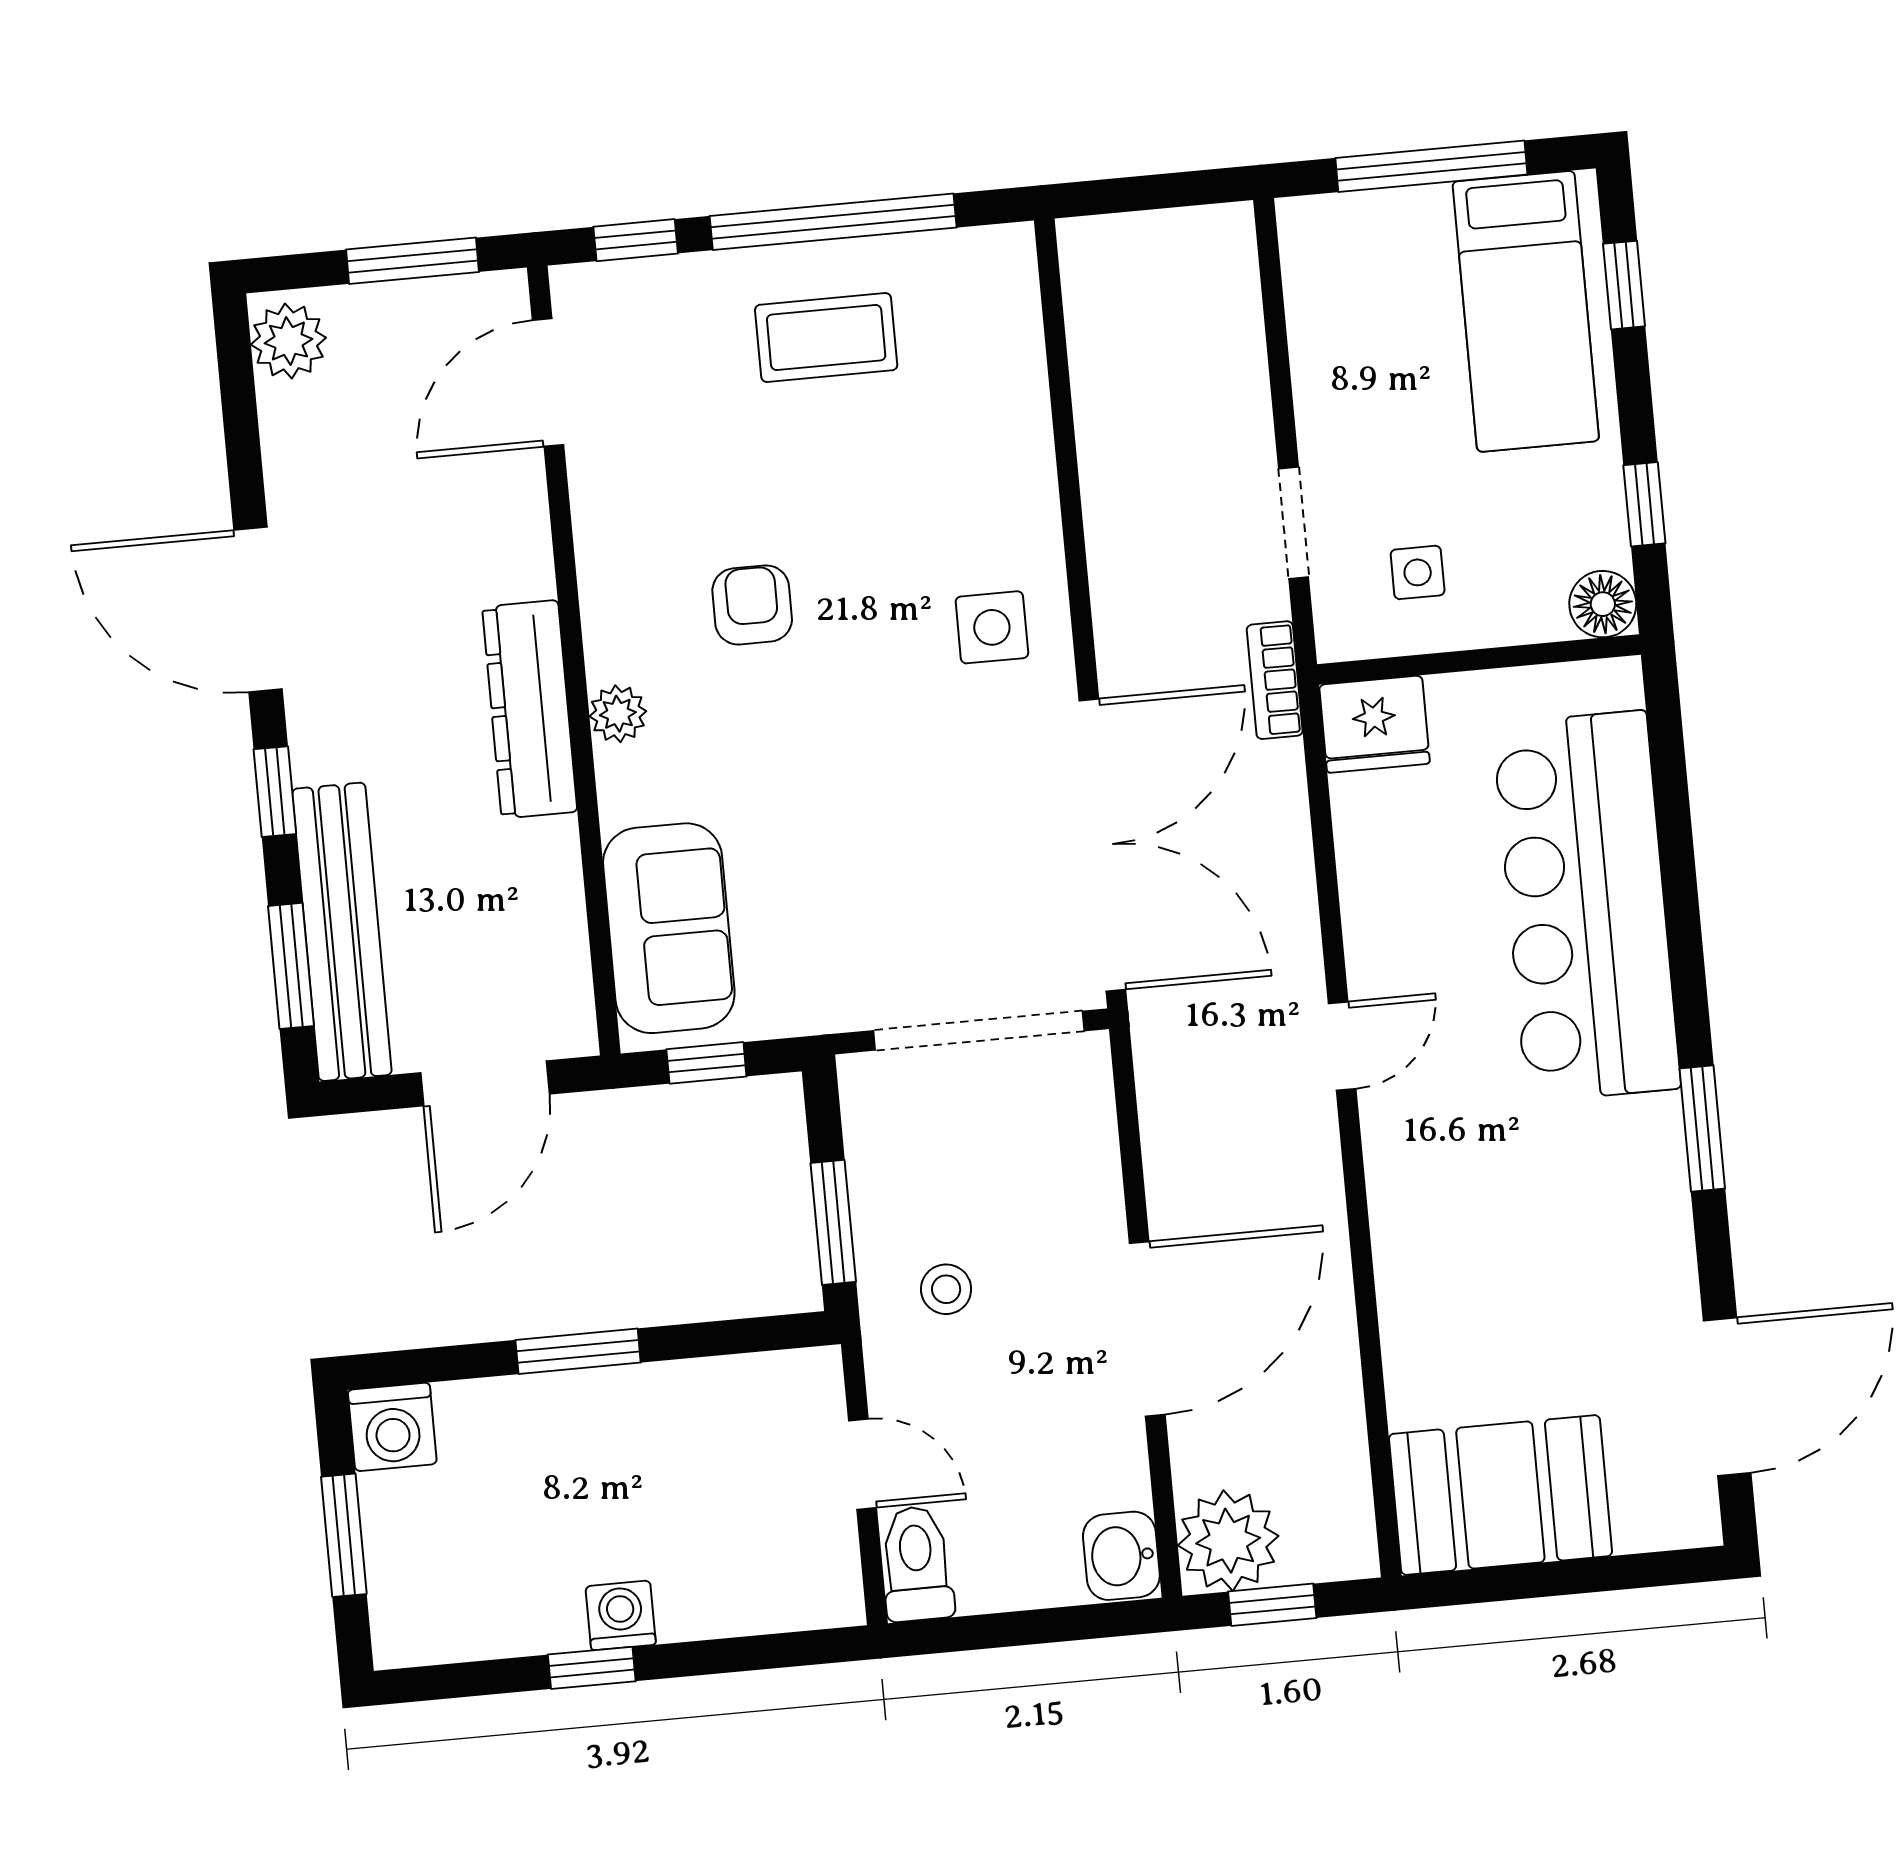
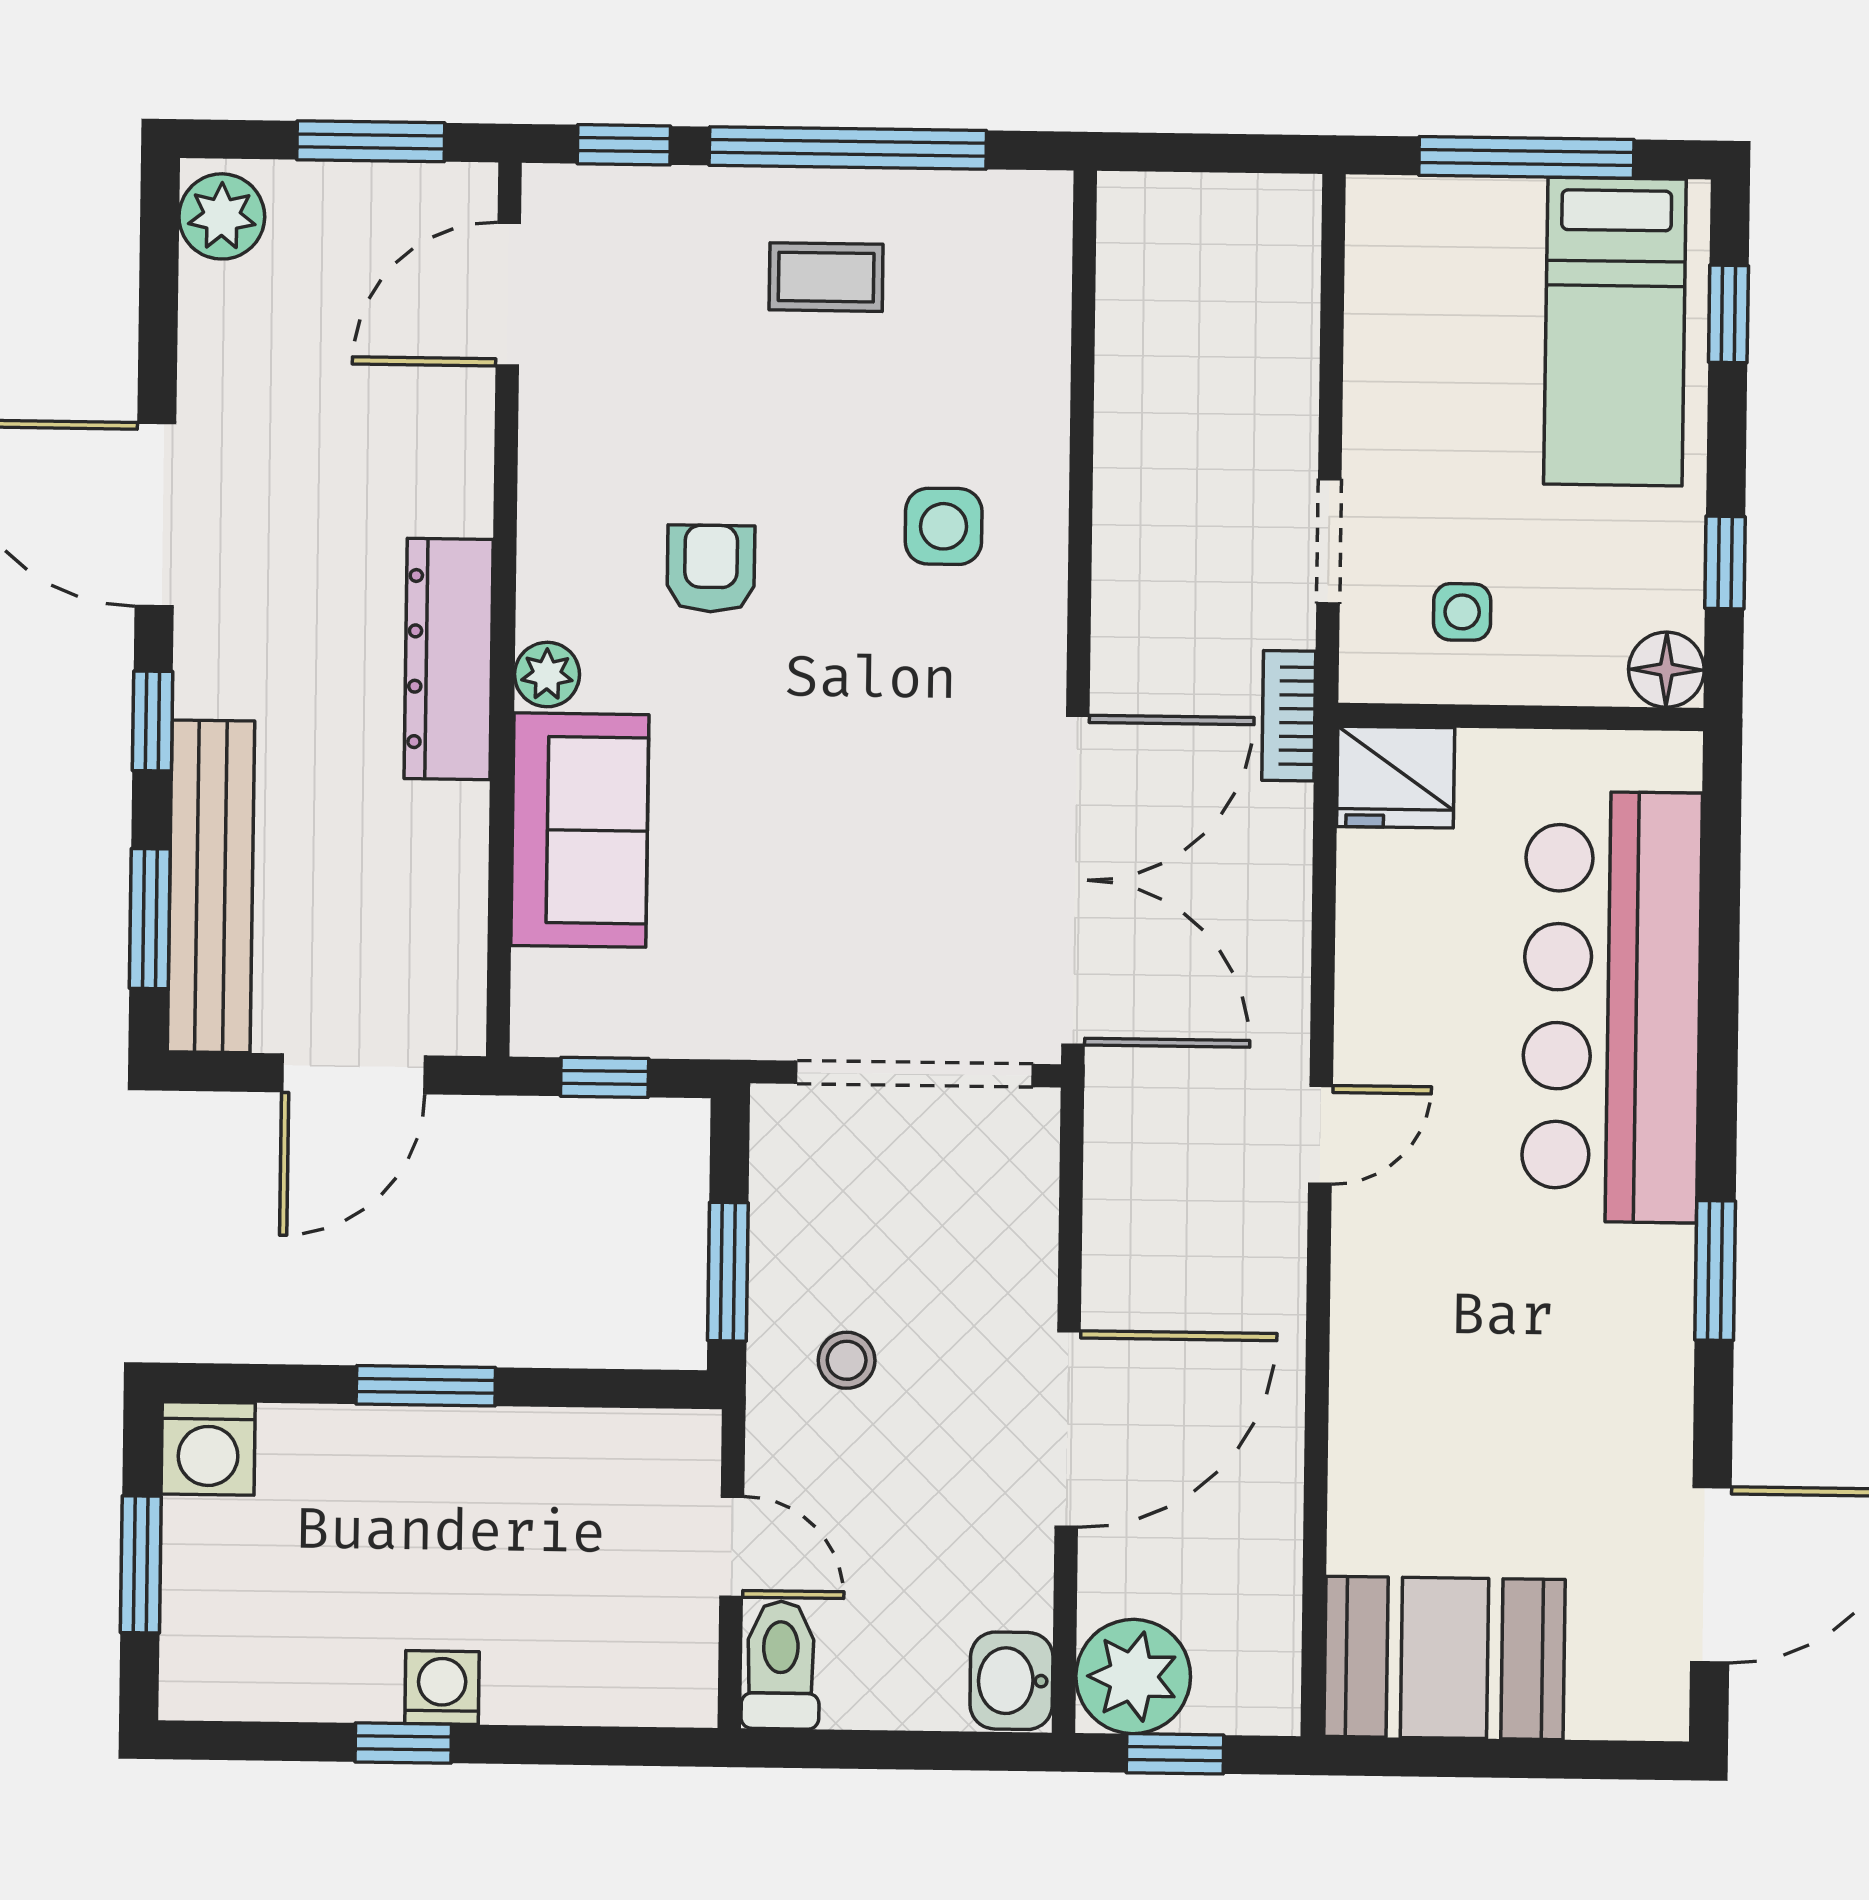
coffee table: (826, 338) -> (826, 277), width x0.73, depth x0.77
side table: (992, 627) -> (944, 526), moved
sofa: (669, 928) -> (580, 830), moved

